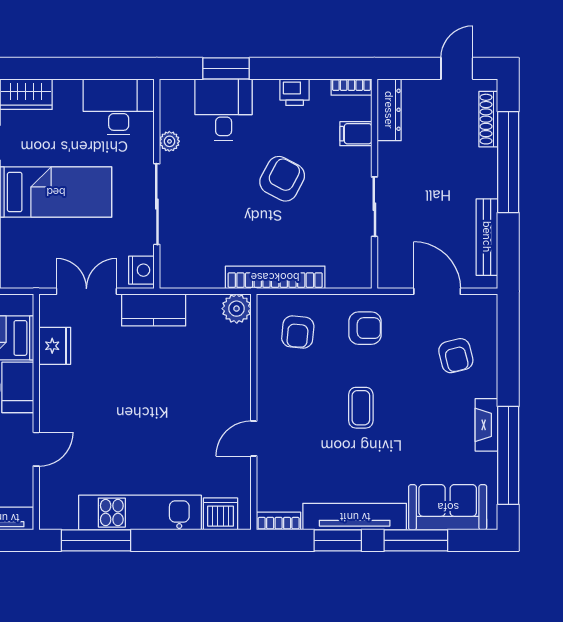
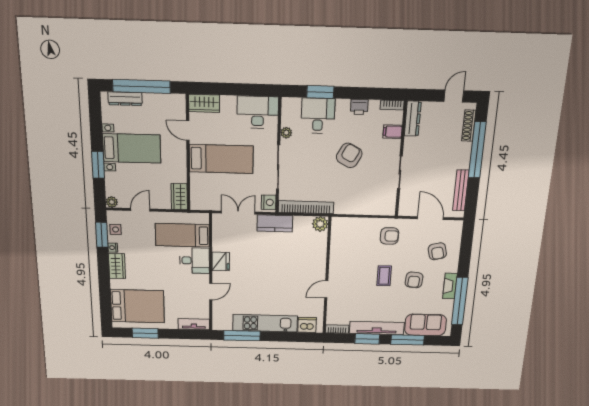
bookcase: (275, 277) -> (306, 207), moved
armchair: (298, 332) -> (414, 280), moved
fridge: (55, 346) -> (221, 261), moved

